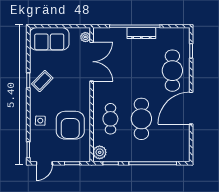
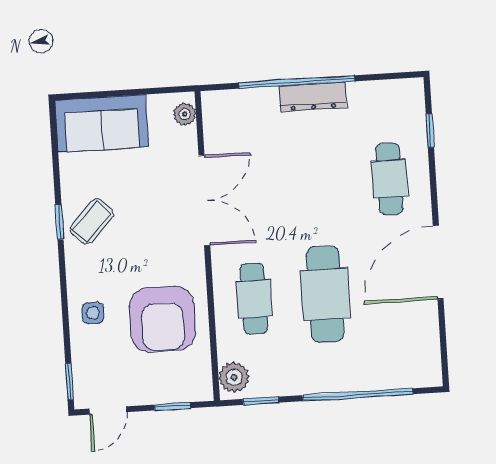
double door: (92, 62) -> (204, 200), moved
cafe table: (172, 71) -> (390, 179), width x0.73, depth x0.74

